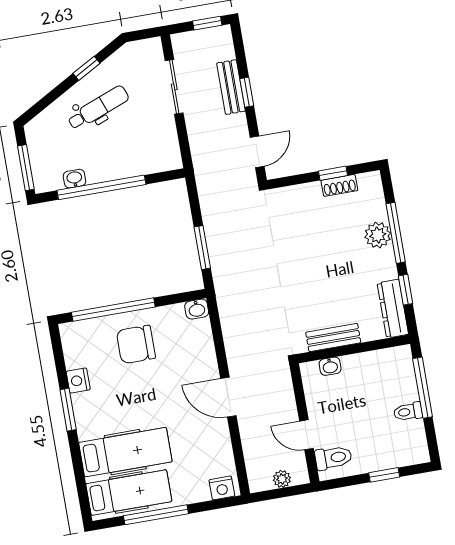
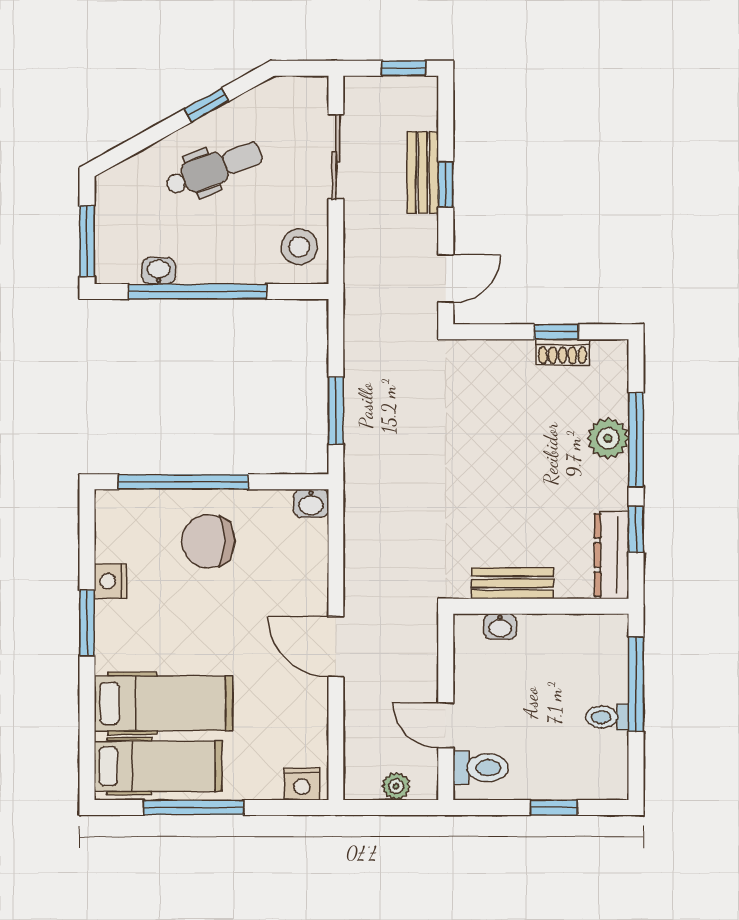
stool: (161, 148) -> (299, 247), added

